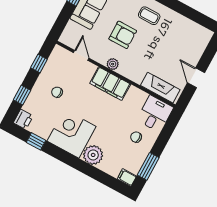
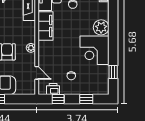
door: (81, 55) -> (37, 73), swing flipped
filing cabinet: (110, 84) -> (45, 26), moved
printer: (23, 119) -> (53, 89), moved

